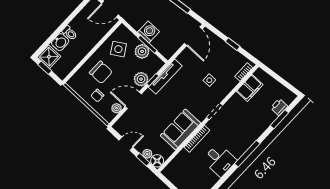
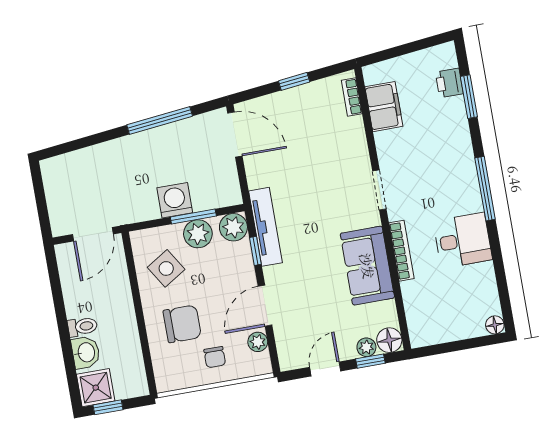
plant: (141, 79) -> (233, 227), moved
side table: (209, 80) -> (324, 161), removed

